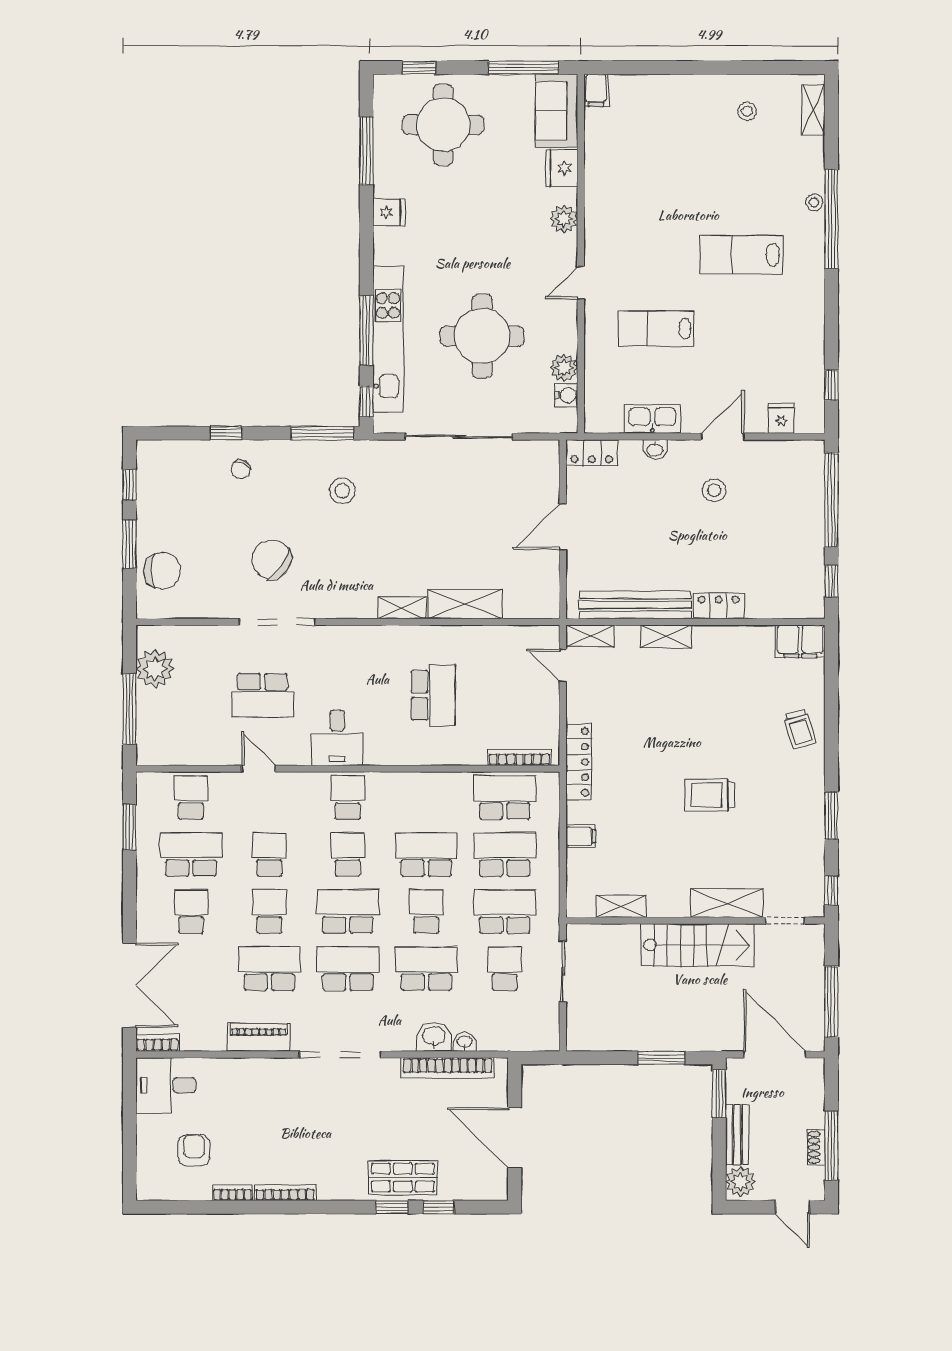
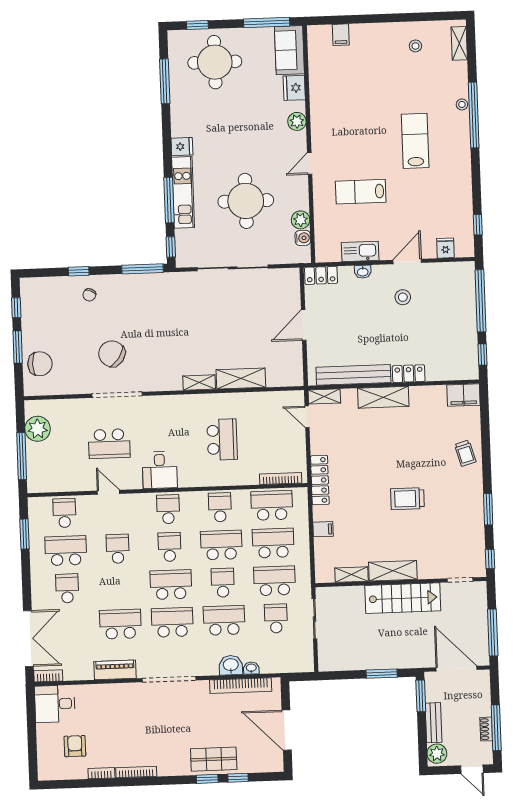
filing cabinet: (596, 90) -> (341, 35), moved
fridge: (389, 212) -> (182, 147), moved
lab bench: (741, 255) -> (415, 141), turned 90
kitchen unit: (388, 339) -> (183, 192), width x0.73
stool: (342, 491) -> (157, 307), removed
shelving: (666, 636) -> (383, 397), width x1.50, depth x1.33
shelving: (727, 903) -> (393, 571), moved
school desk: (269, 912) -> (220, 507), moved

